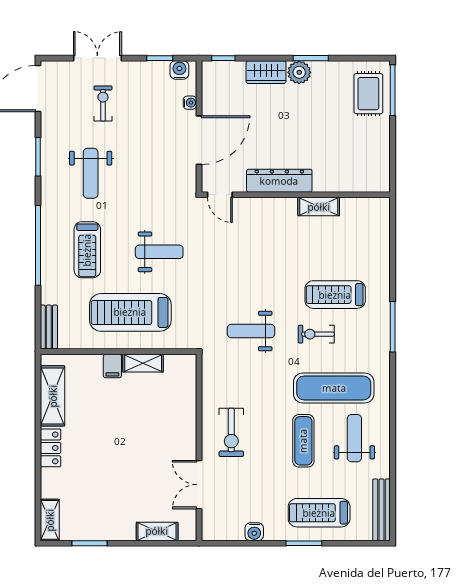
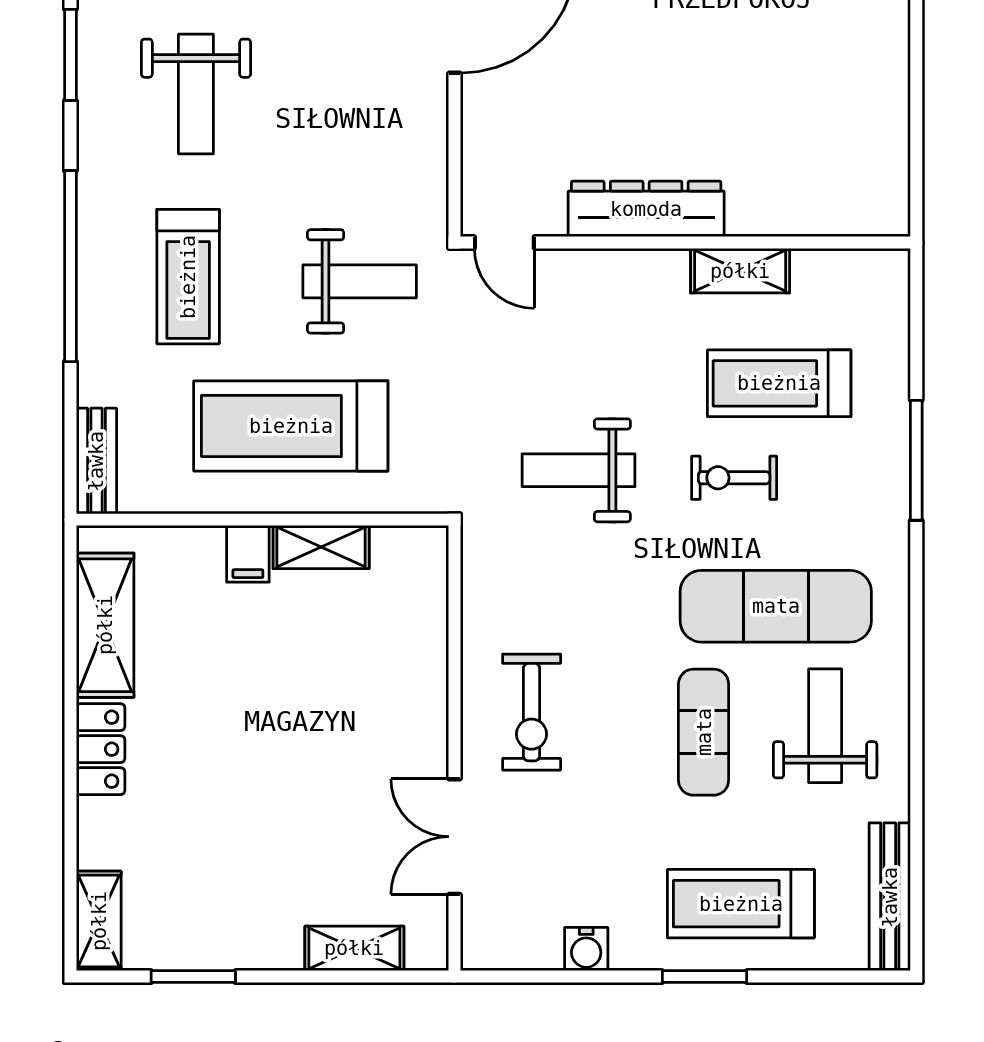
dresser: (279, 181) -> (646, 209), moved
door: (220, 195) -> (504, 243), moved
wall: (296, 195) -> (685, 243), moved
shelving: (319, 207) -> (740, 271), moved

